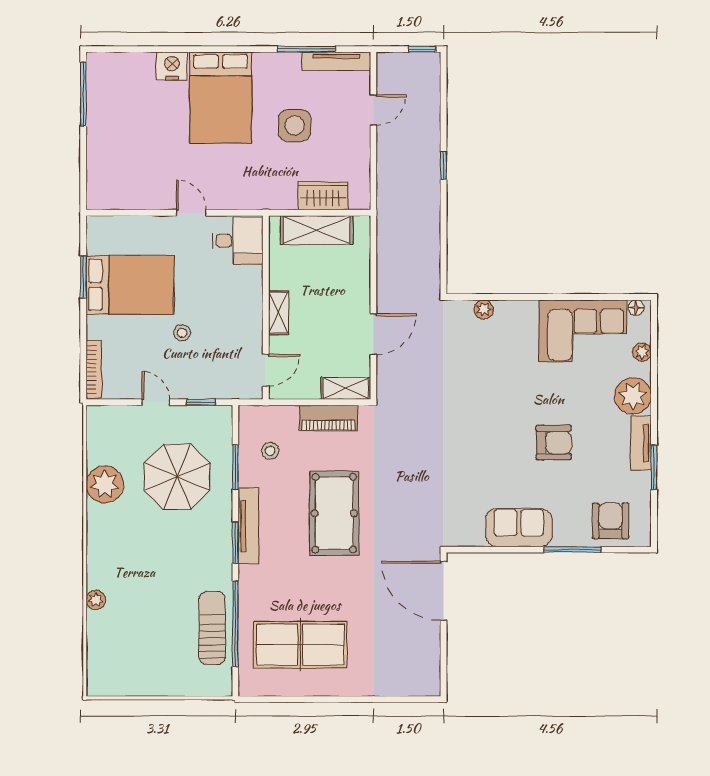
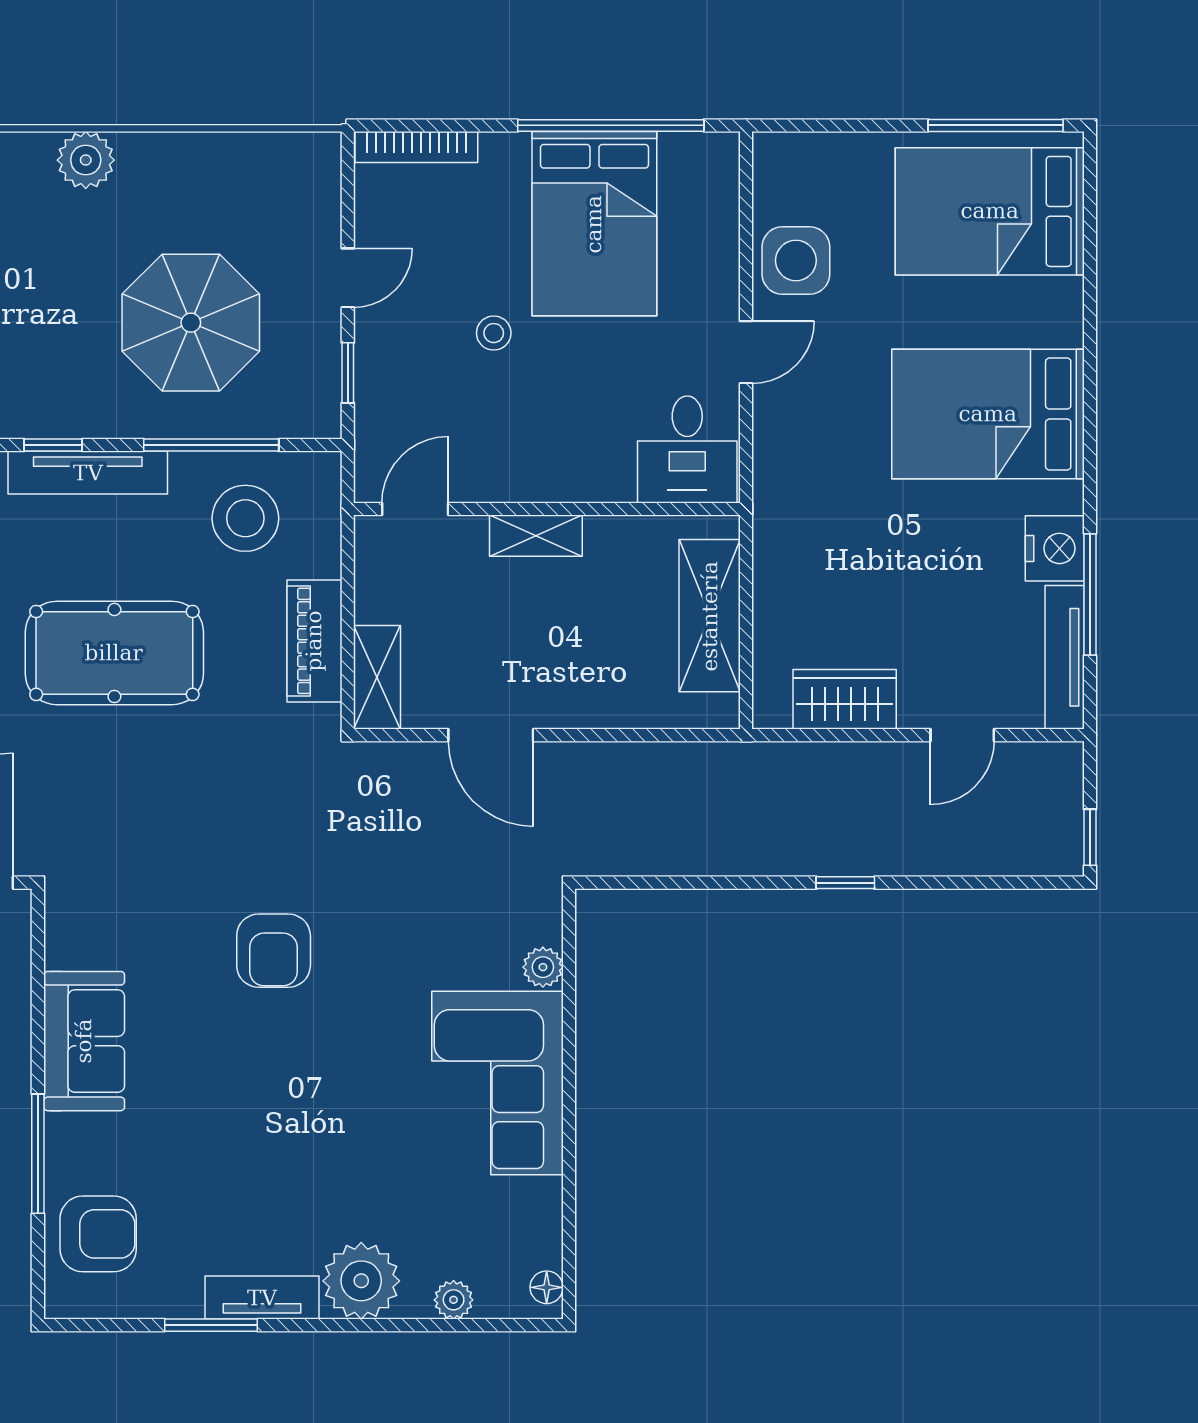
nightstand: (172, 66) -> (1055, 548), moved
bed: (124, 97) -> (990, 211), added
door: (373, 110) -> (962, 735), hinge flipped
side table: (295, 125) -> (796, 260), moved
wardrobe: (323, 196) -> (845, 699), moved, turned -90
window: (83, 277) -> (611, 125), width x2.11
corner sofa: (583, 331) -> (497, 1083), moved
door: (266, 370) -> (415, 509), swing flipped
armchair: (554, 442) -> (274, 951), moved
stool: (270, 451) -> (245, 518), width x1.89, depth x1.89
window: (235, 467) -> (211, 445), width x1.44
plant: (105, 484) -> (86, 160), moved, width x0.73, depth x0.73
window: (235, 542) -> (53, 445), width x0.67

